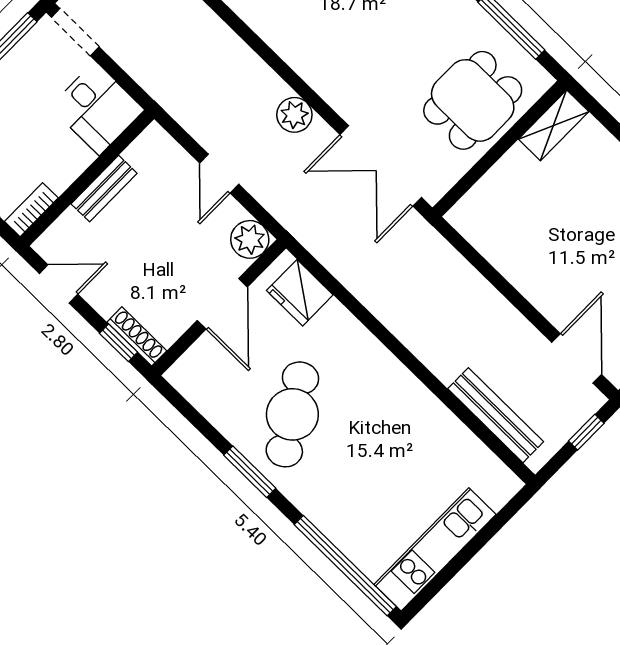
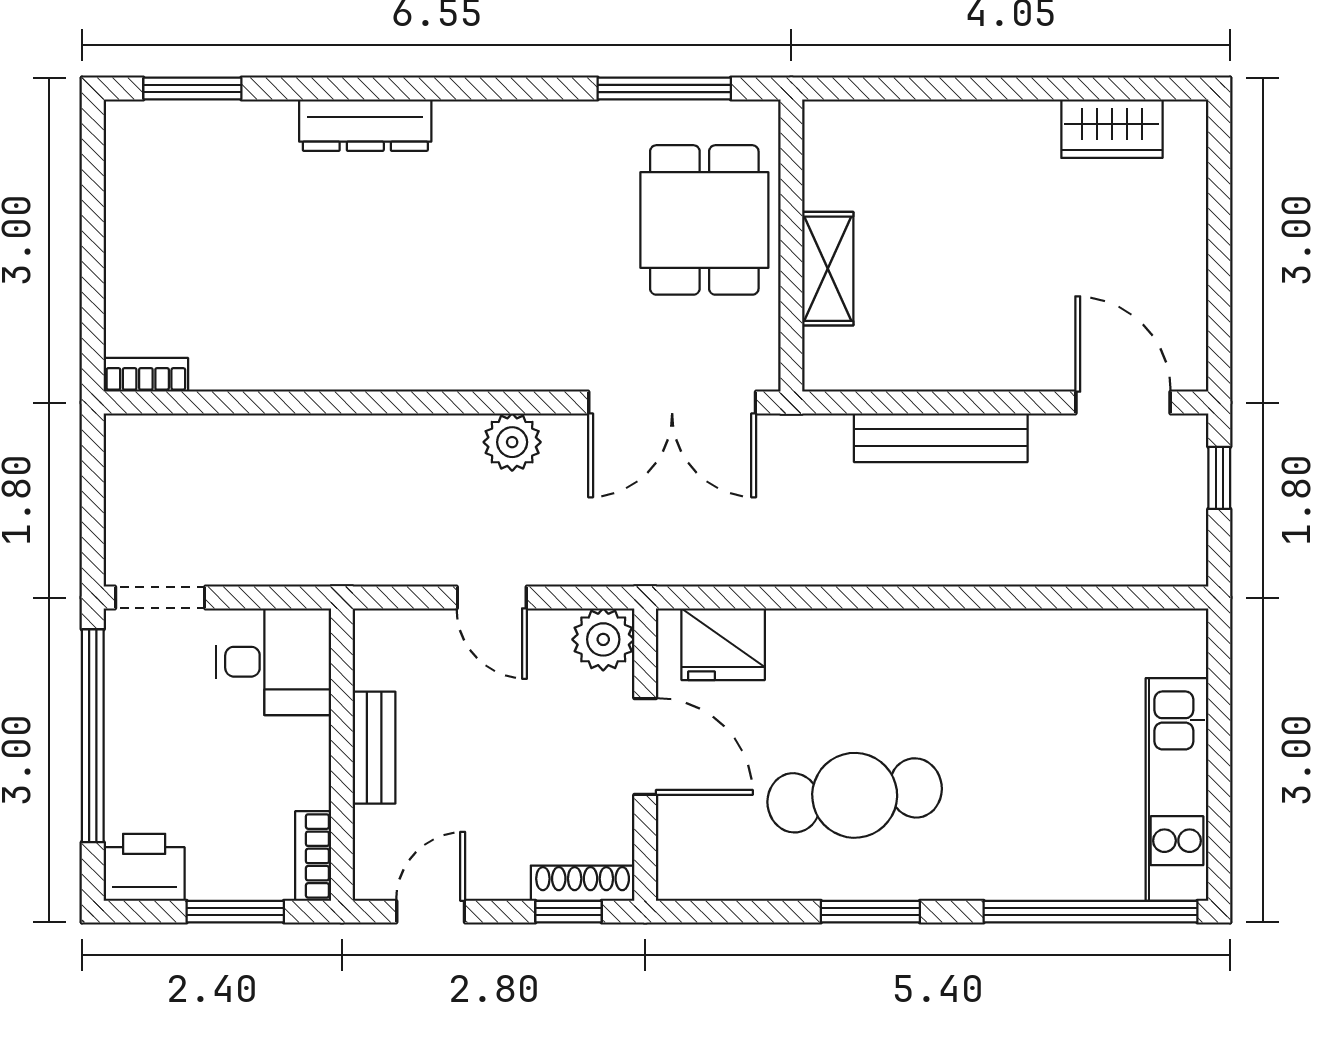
shelving: (554, 125) -> (828, 269), moved
cafe table: (292, 414) -> (855, 795), turned -65
bench: (496, 415) -> (941, 438), moved

